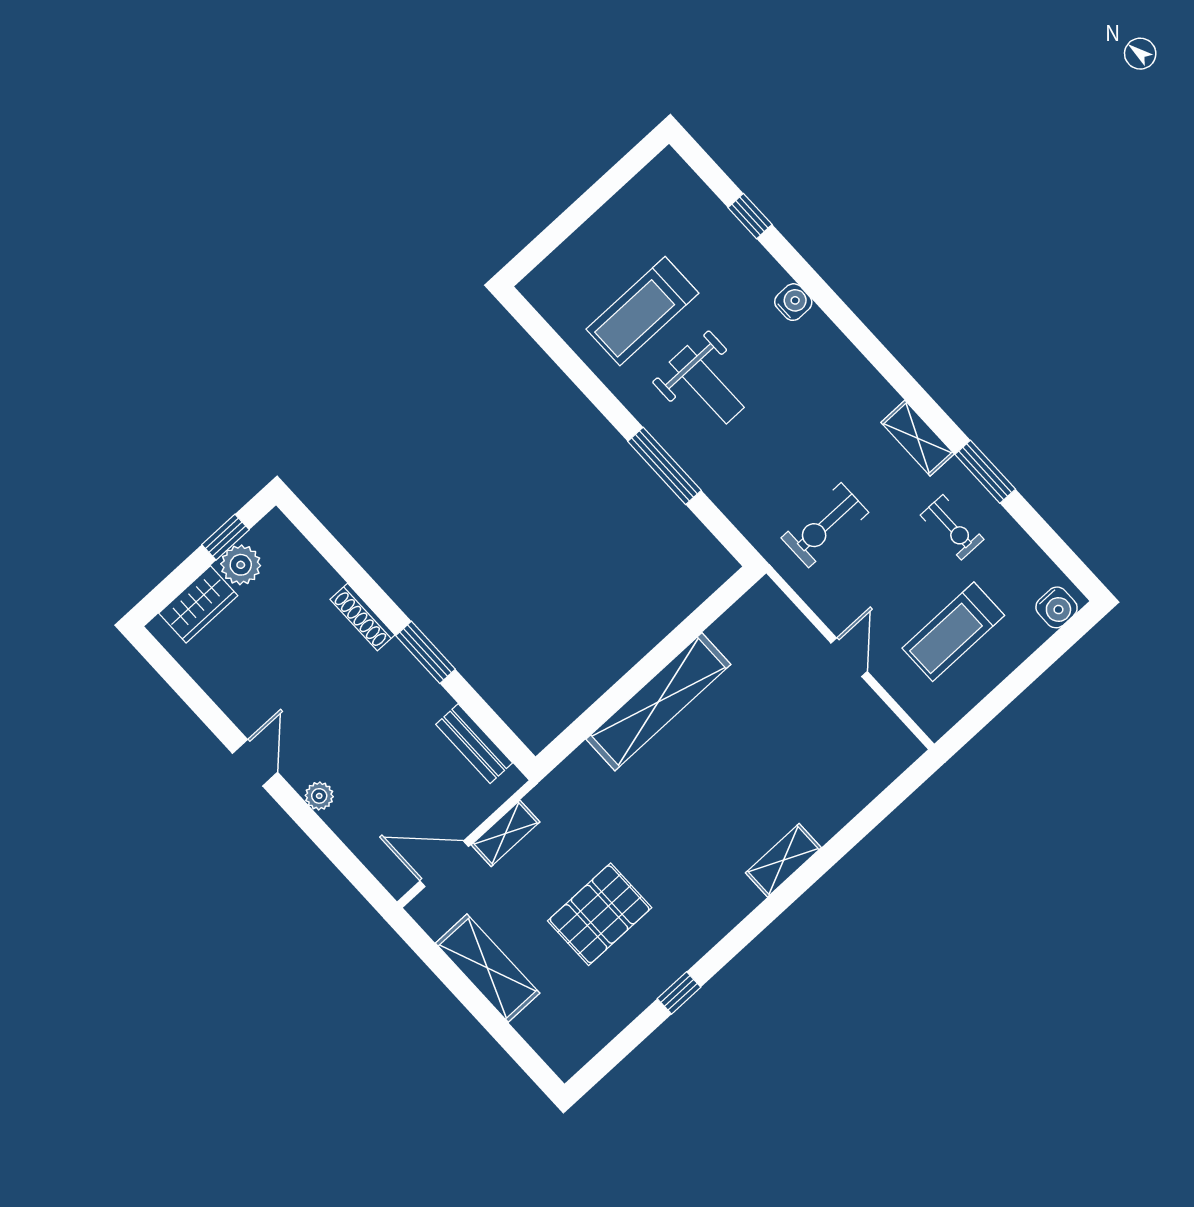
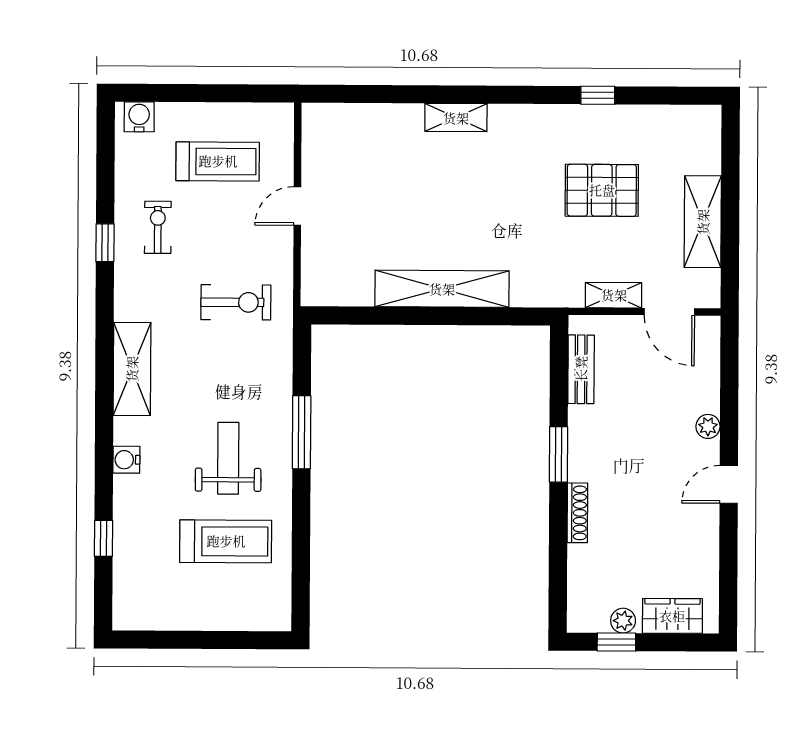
shelving: (918, 438) -> (132, 369), moved, width x1.50, depth x1.33
window: (985, 472) -> (105, 243), width x0.67
plant: (241, 565) -> (623, 621), width x0.73, depth x0.73

